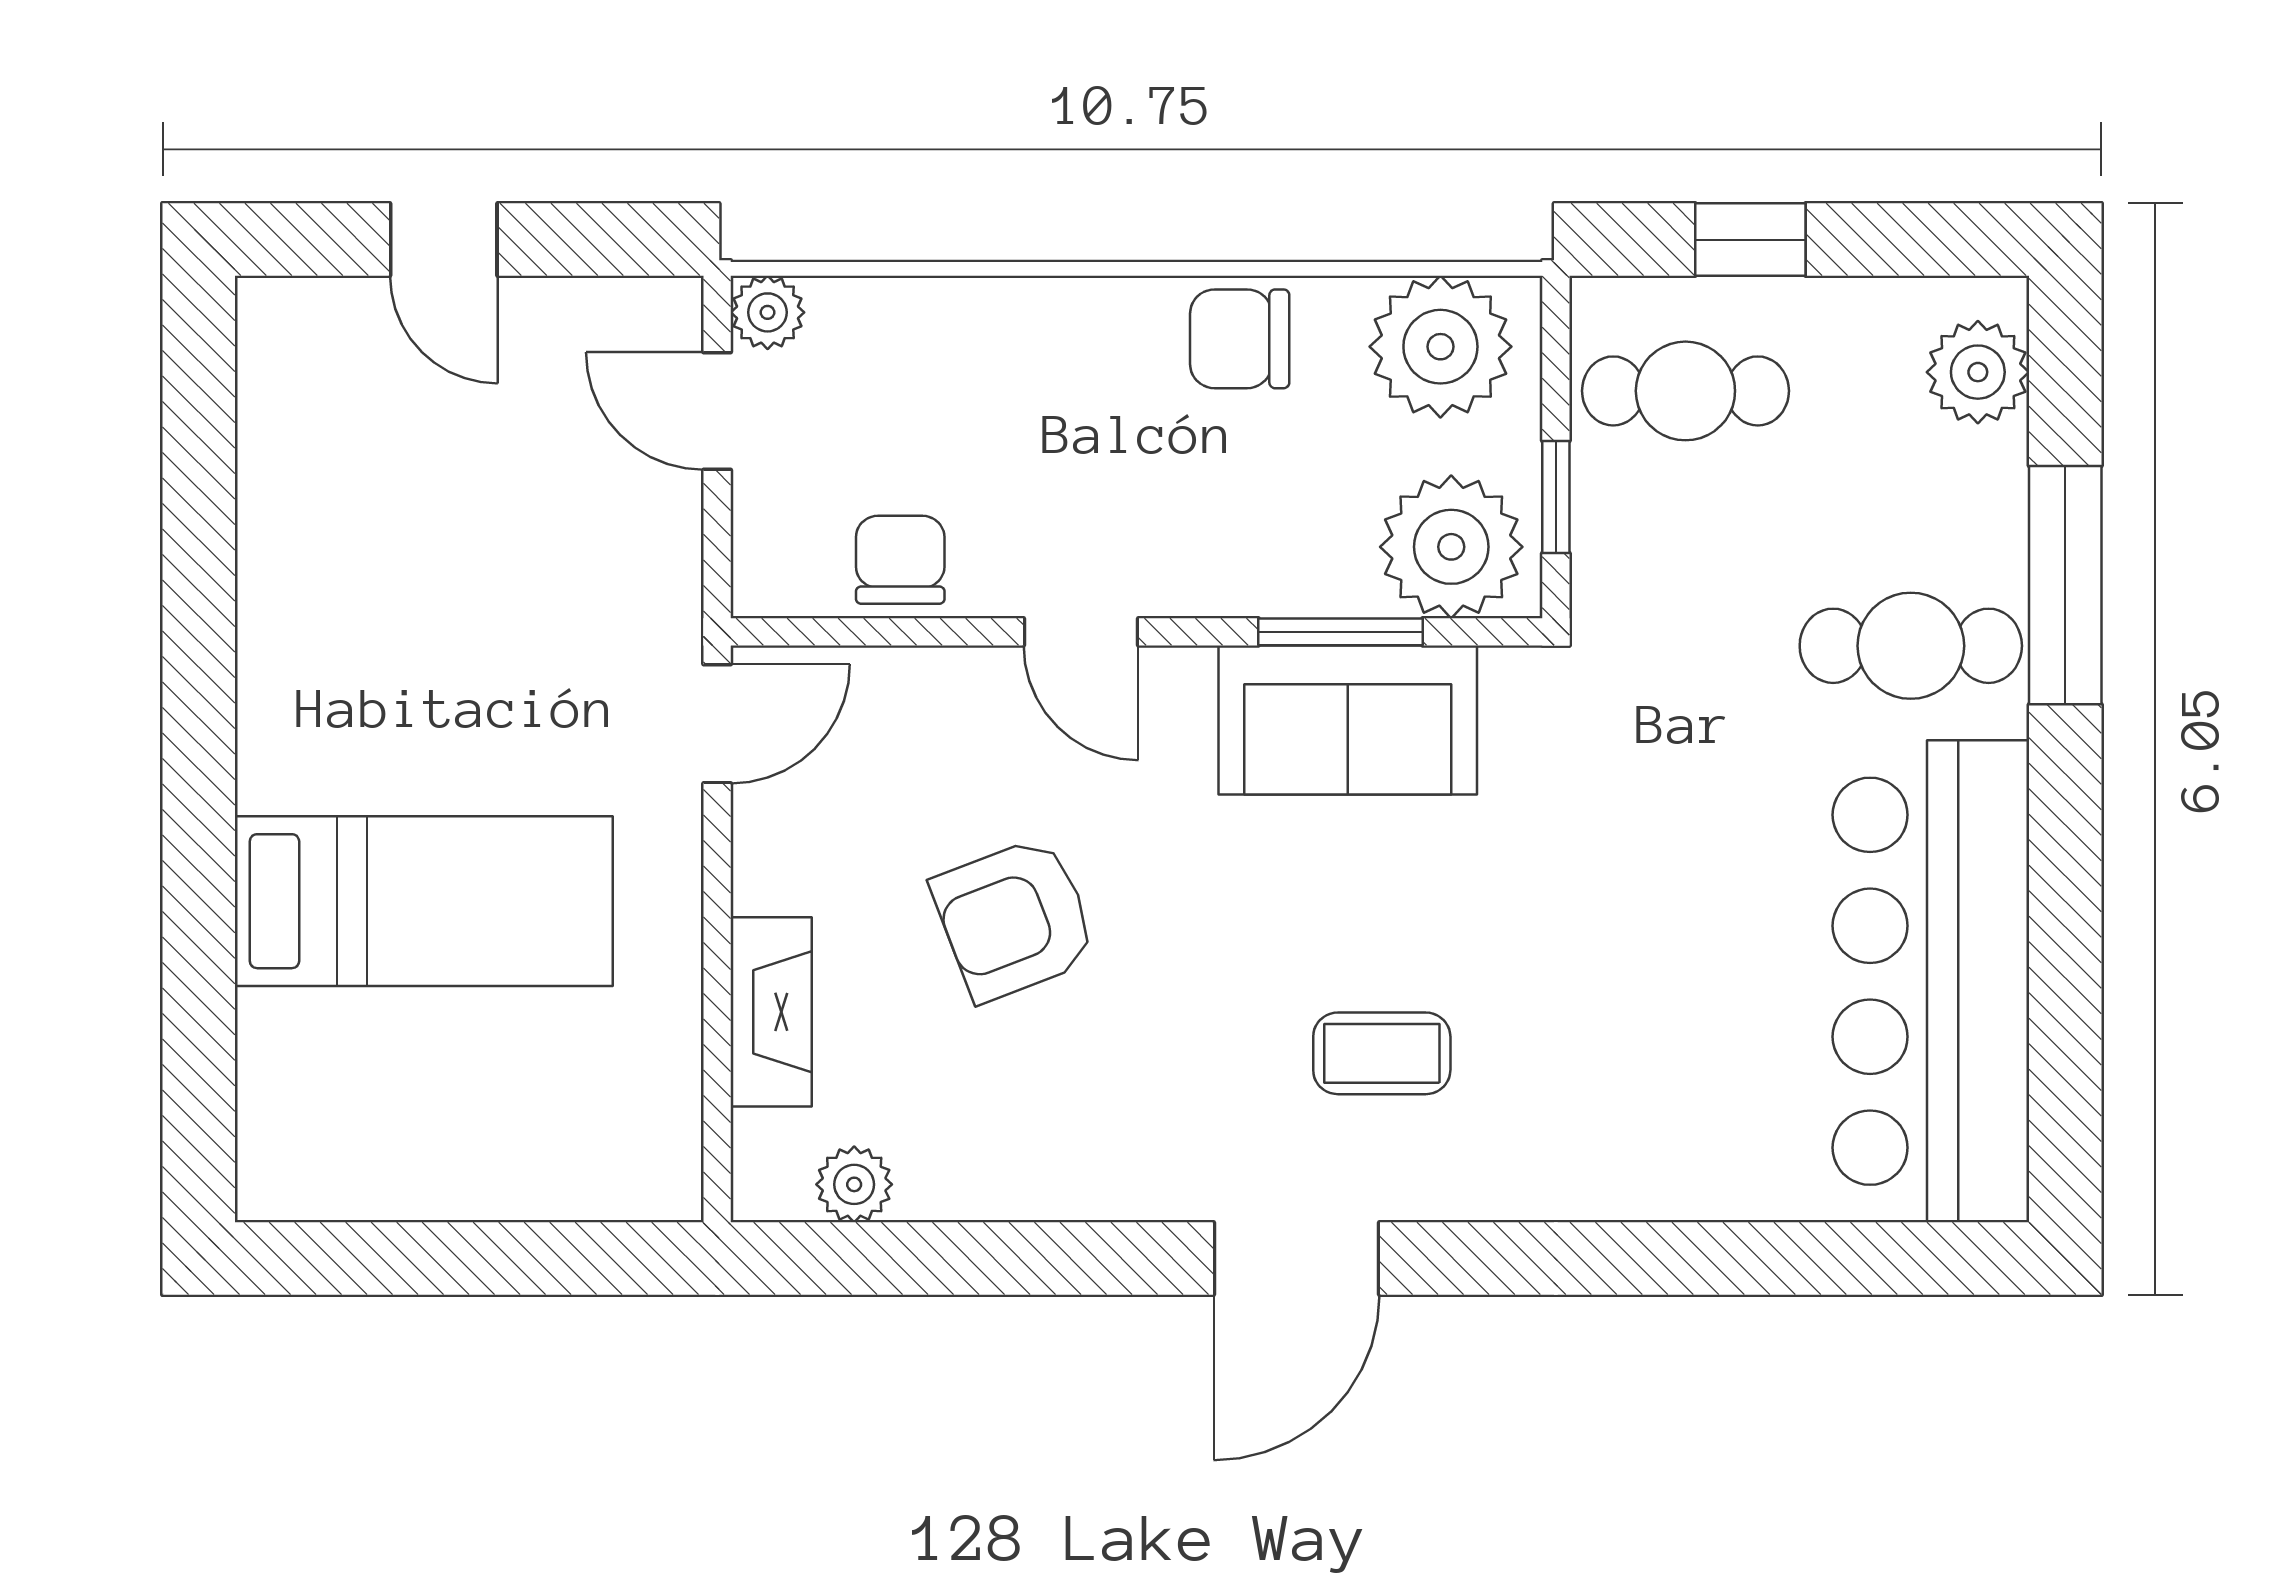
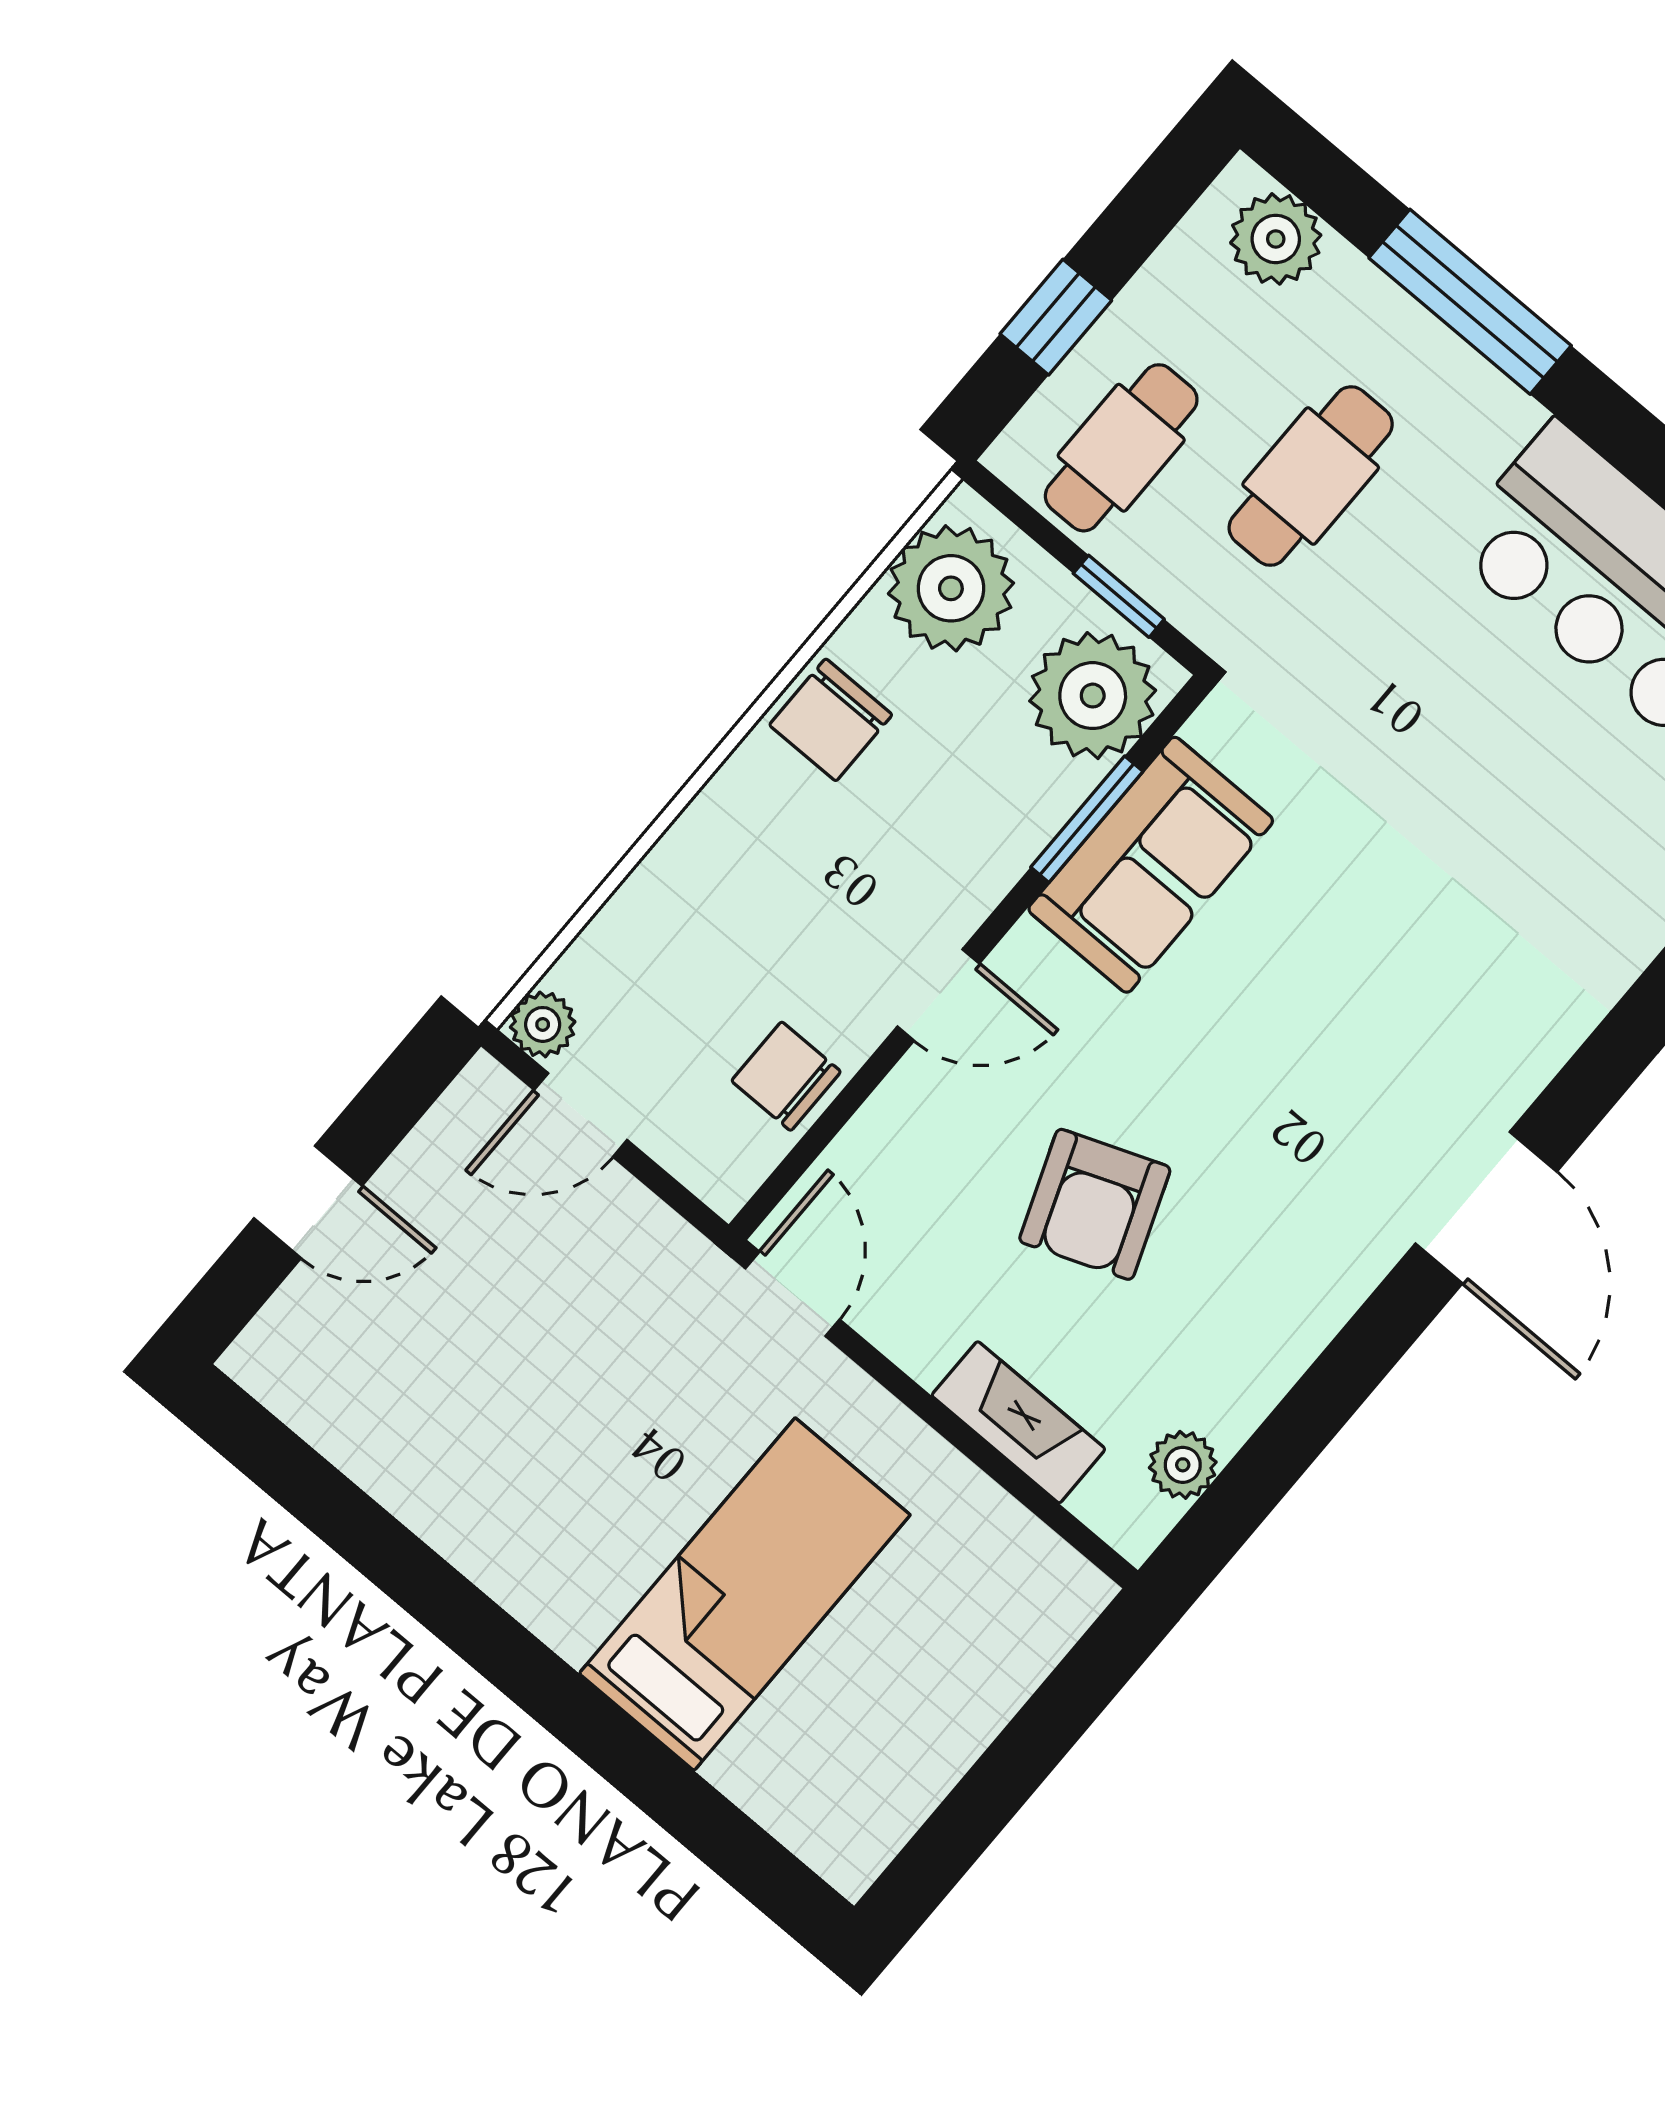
cafe table: (1911, 646) -> (1311, 476), moved
coffee table: (1382, 1053) -> (1396, 1033), removed

